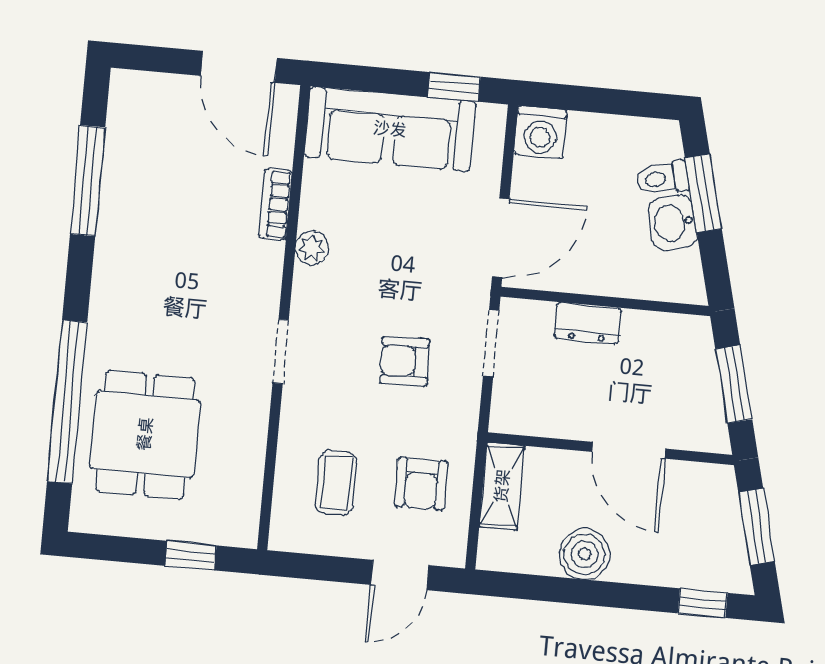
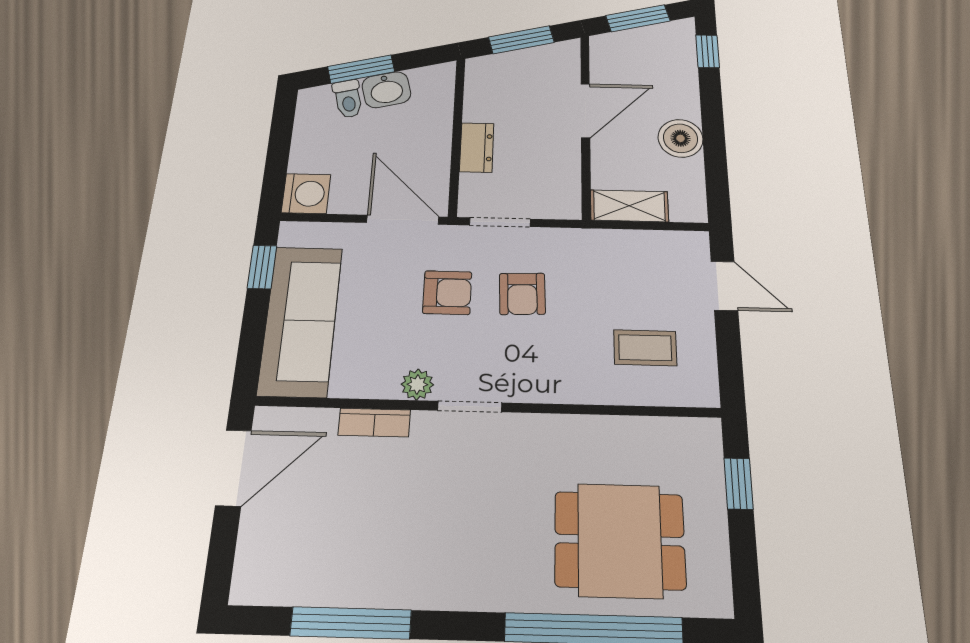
doorway: (281, 351) -> (470, 407), moved
armchair: (421, 484) -> (447, 293), moved

